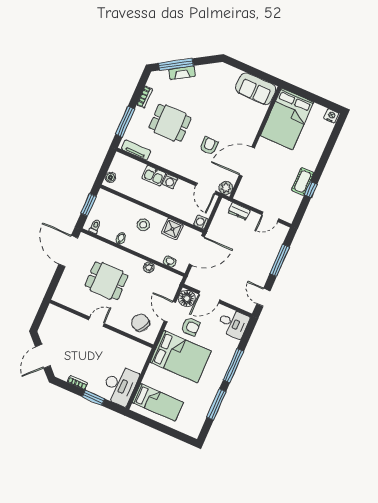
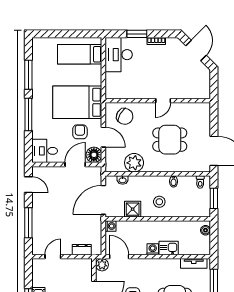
plant: (149, 267) -> (134, 163), width x1.87, depth x1.87
armchair: (191, 327) -> (80, 132), turned 90

